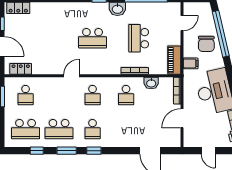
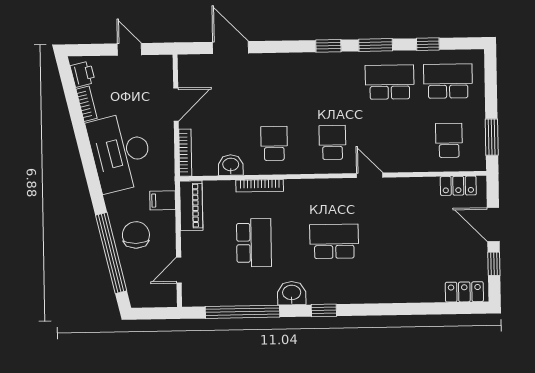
door: (71, 76) -> (370, 175), swing flipped
school desk: (93, 129) -> (331, 83), removed

